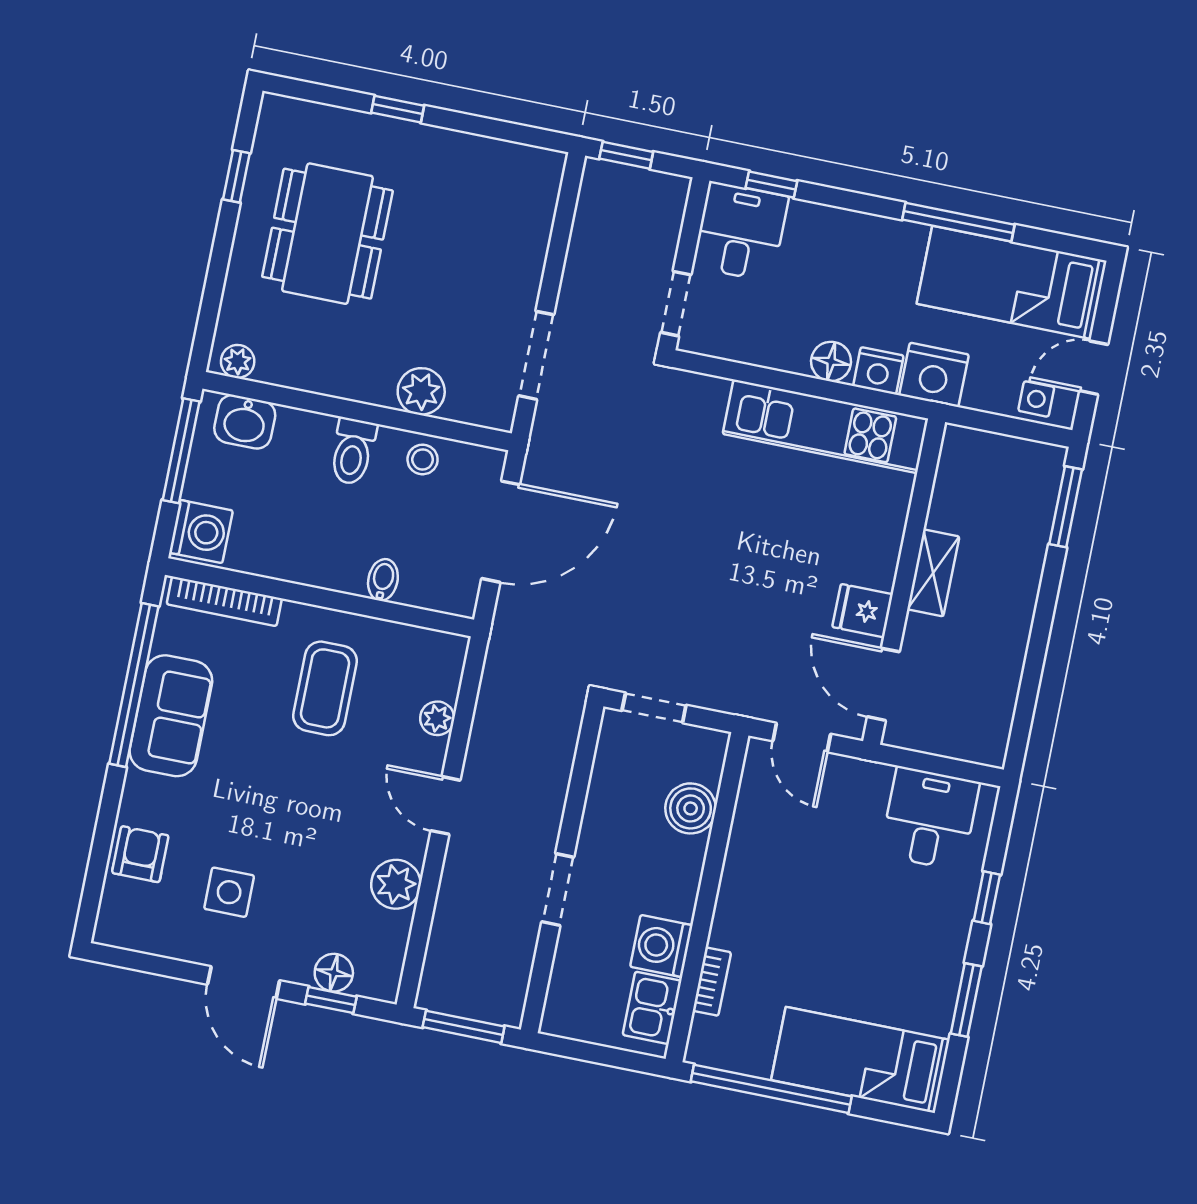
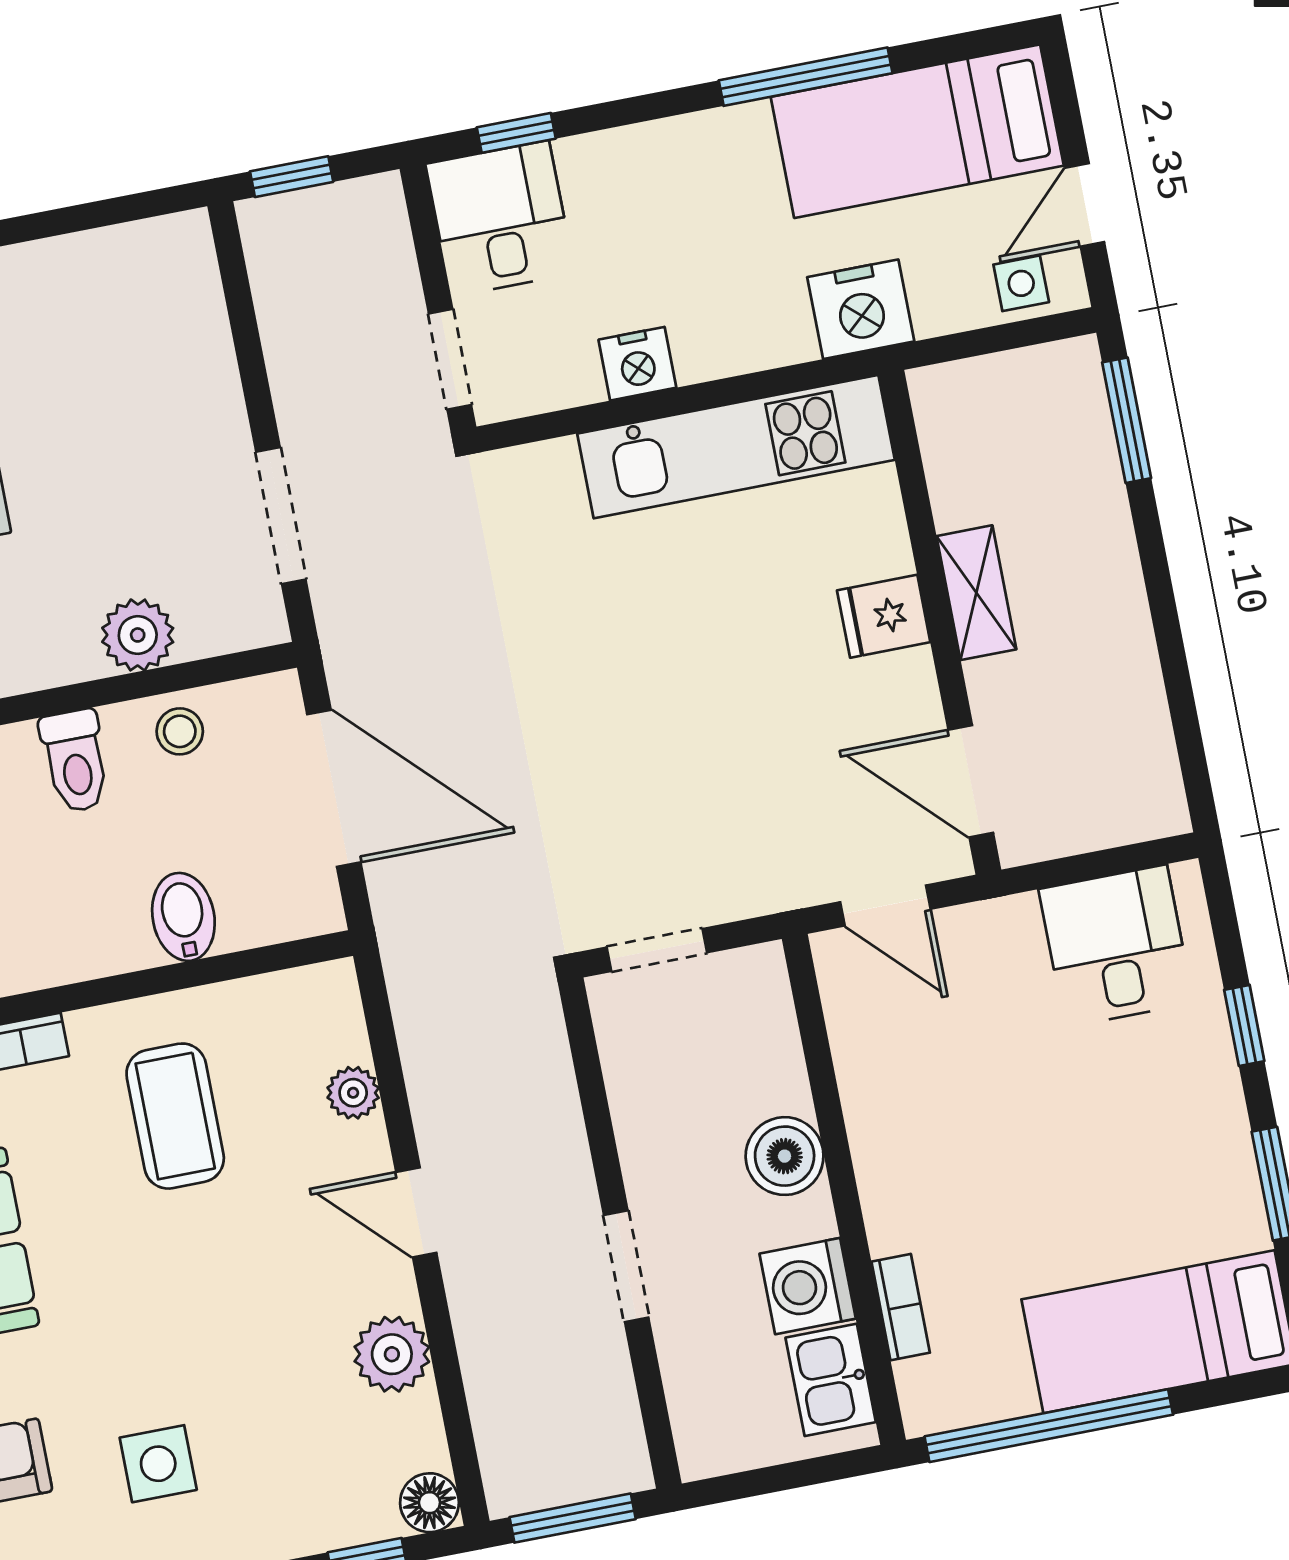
floor lamp: (831, 361) -> (706, 351), removed
nightstand: (878, 371) -> (637, 364), moved
door: (501, 532) -> (334, 788), hinge flipped
bidet: (383, 580) -> (183, 917), width x1.38, depth x1.36
fridge: (863, 611) -> (884, 616), moved
boiler: (691, 808) -> (785, 1156), moved
floor lamp: (334, 973) -> (429, 1503), moved

